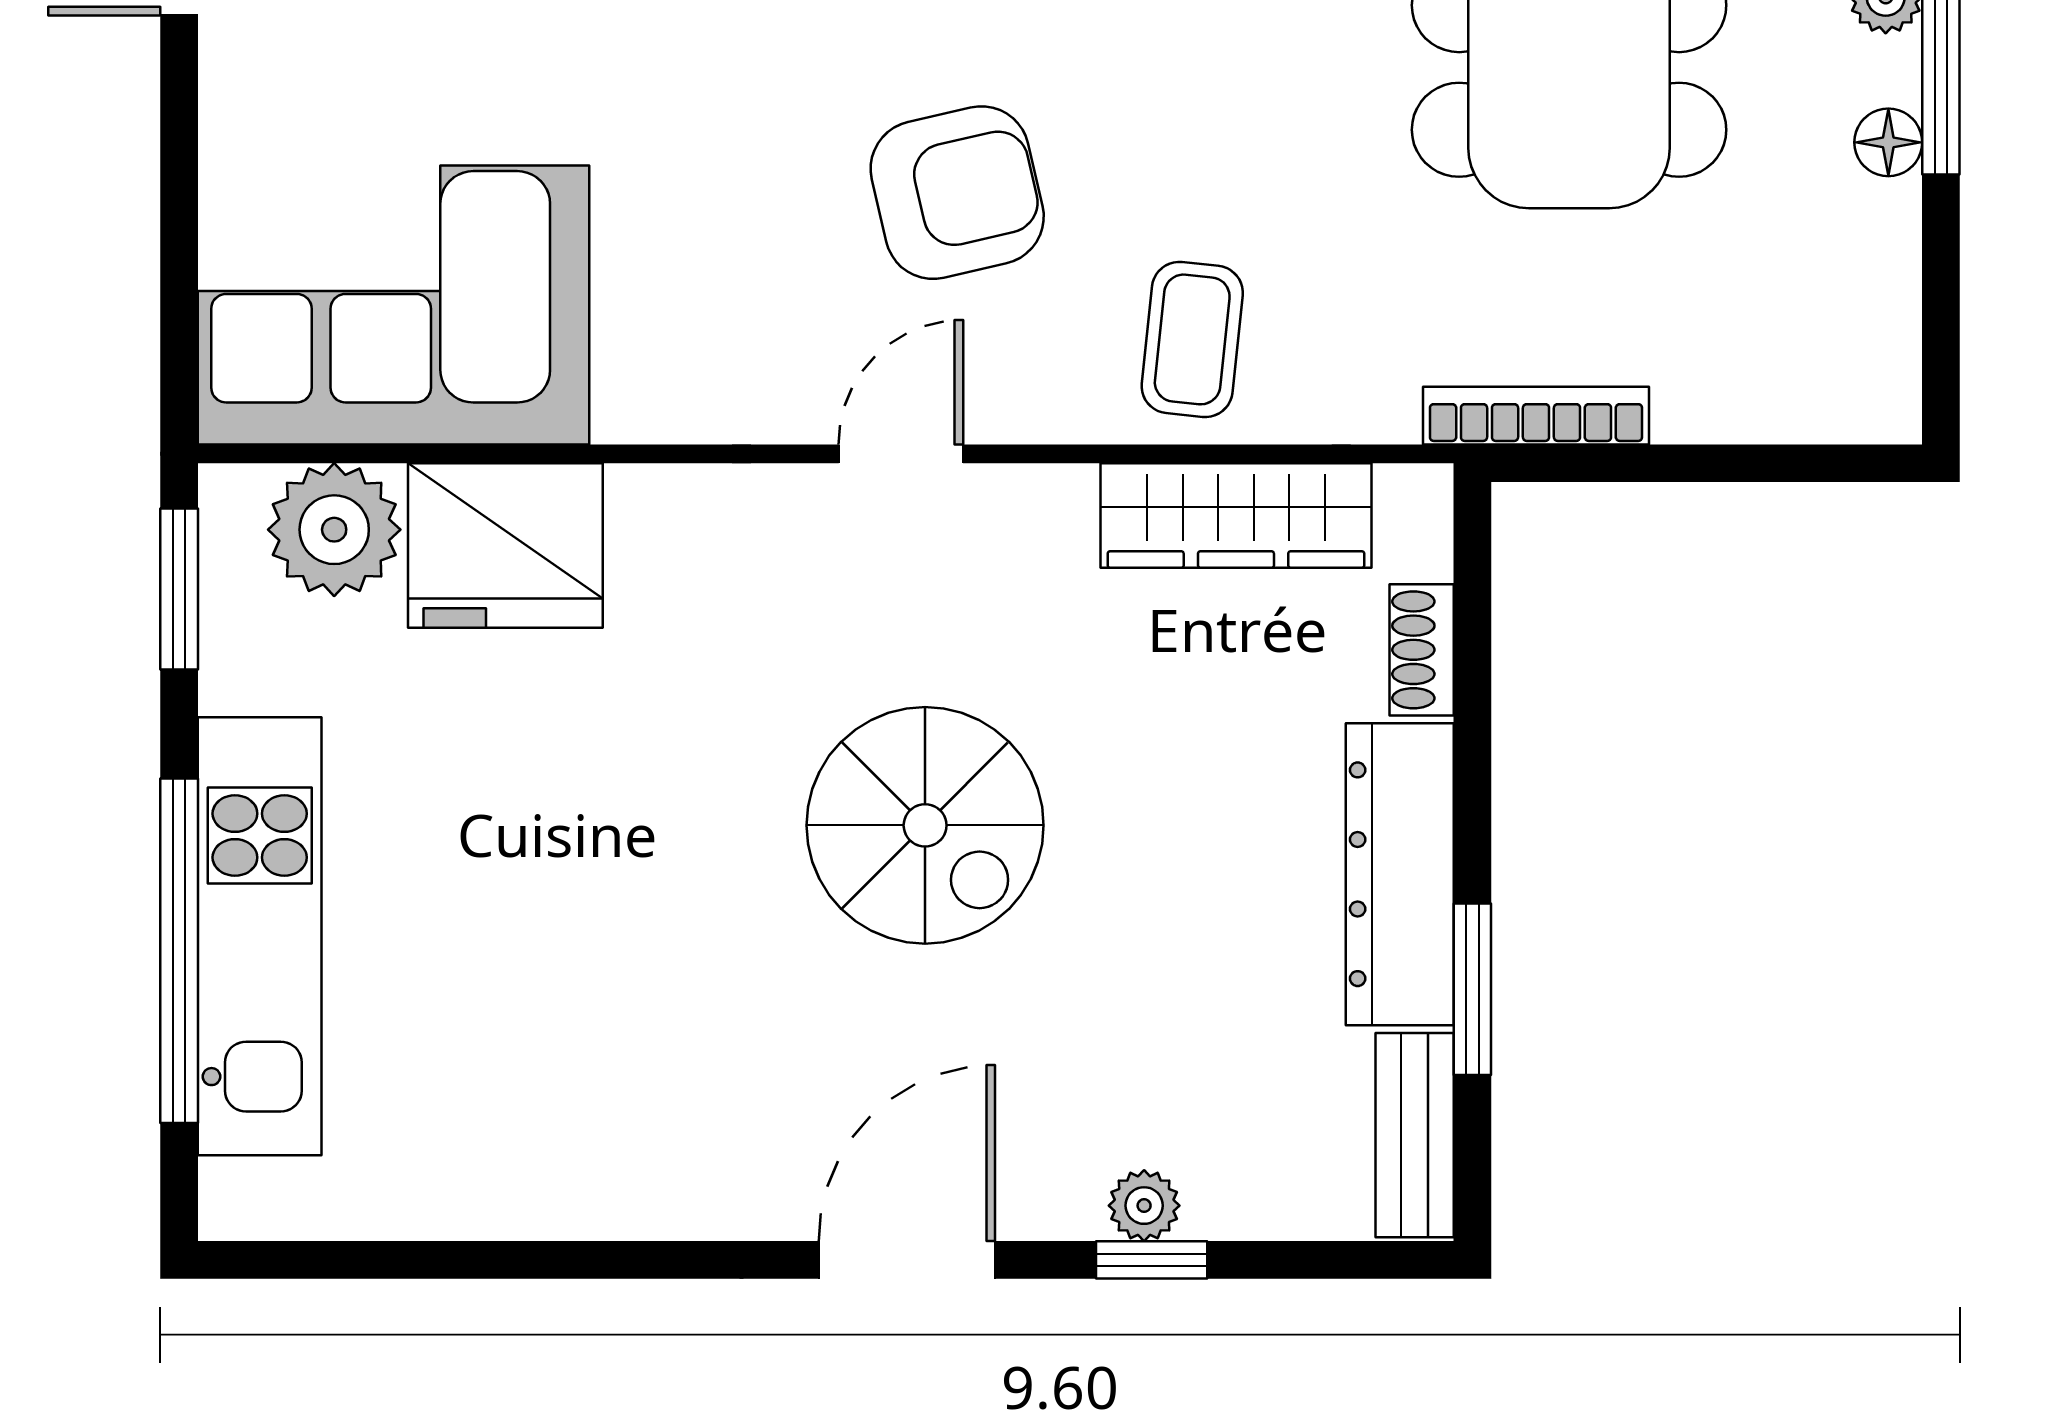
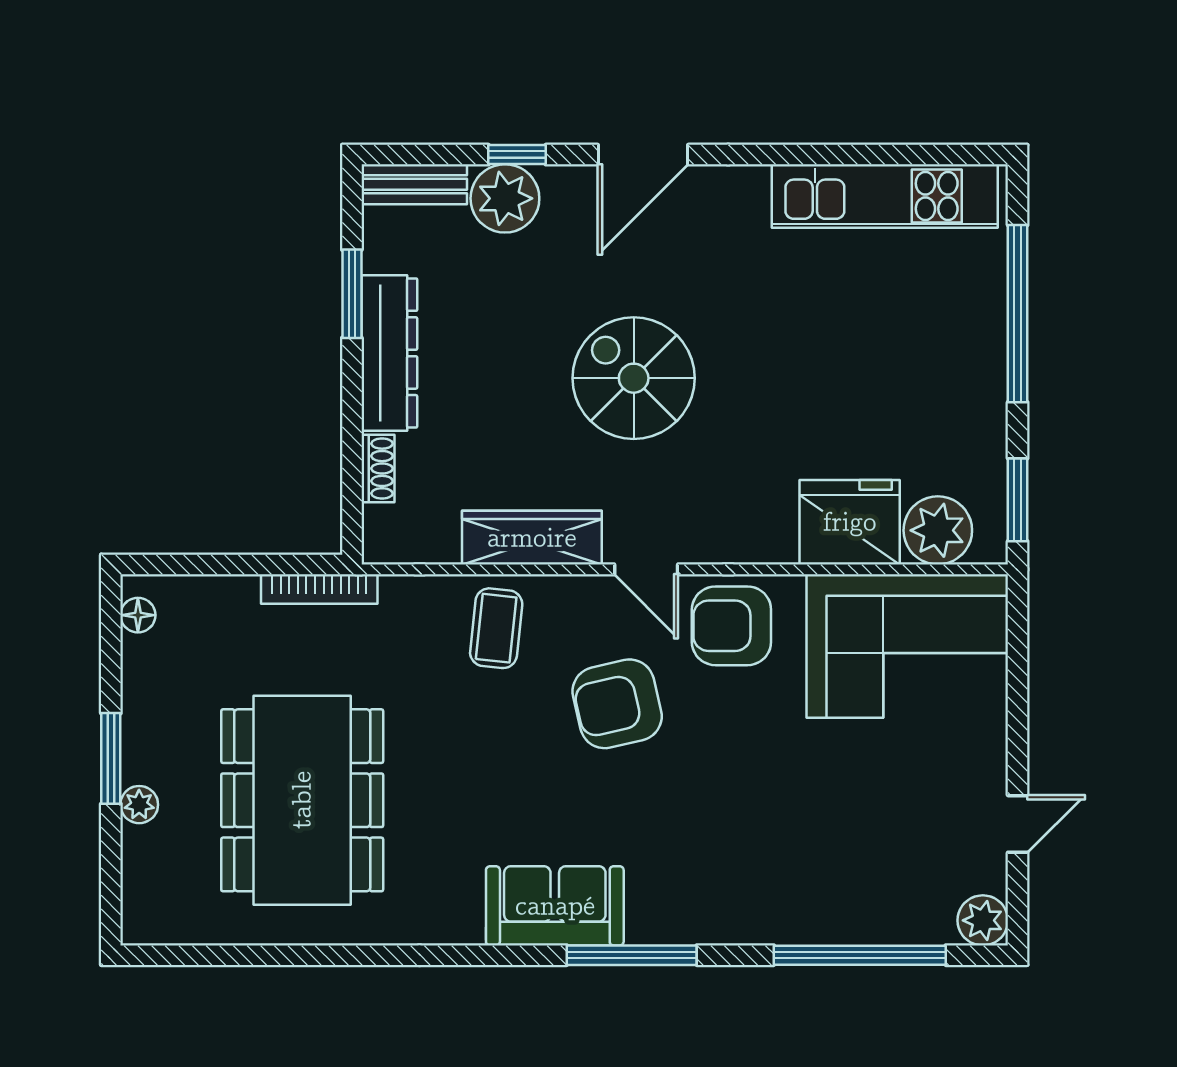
floor lamp: (1888, 142) -> (138, 615), moved
armchair: (735, 344) -> (731, 626), added
door: (901, 454) -> (646, 569), hinge flipped
wardrobe: (1236, 516) -> (532, 538), moved
kitchen unit: (260, 936) -> (885, 196), moved, turned -90
bench: (1415, 1135) -> (414, 184), moved, turned 90
plant: (1144, 1206) -> (505, 198), width x1.88, depth x1.88

